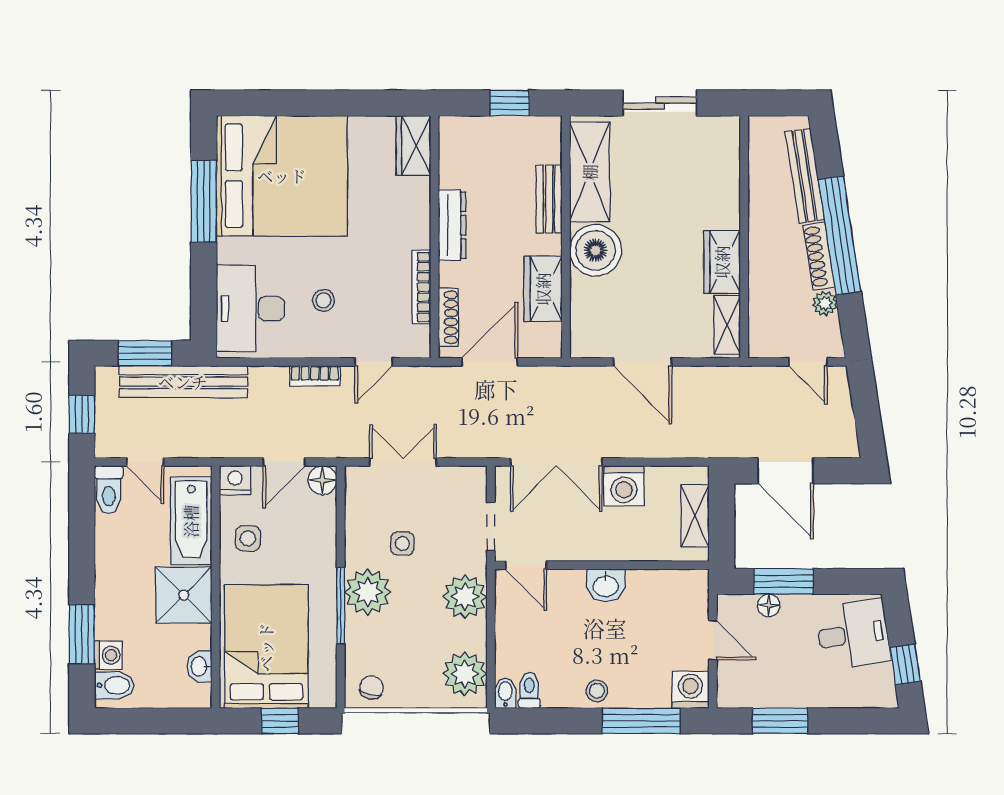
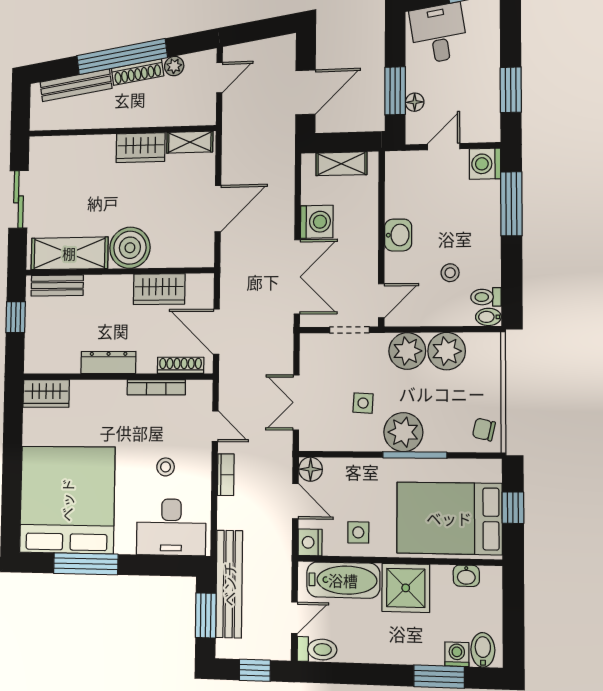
bench: (549, 199) -> (57, 285), moved
plant: (465, 674) -> (447, 351), moved
stool: (597, 691) -> (450, 273), moved

